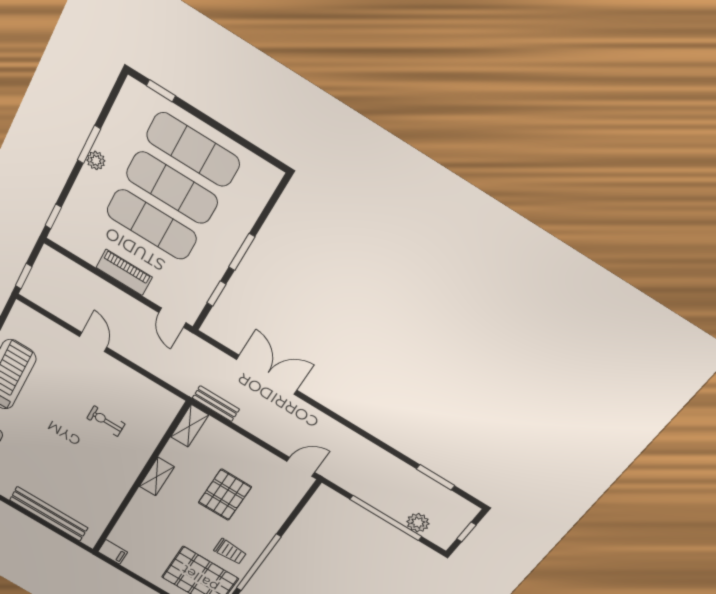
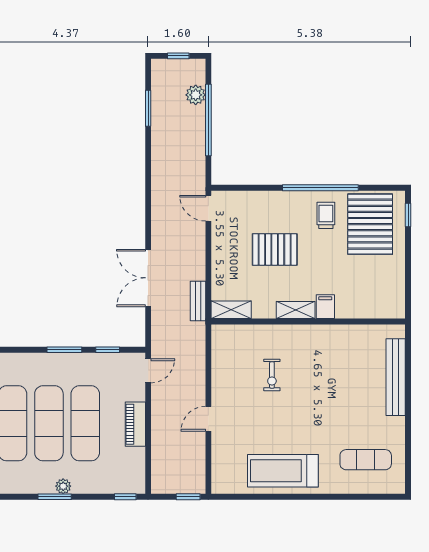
filing cabinet: (113, 552) -> (325, 307), moved

